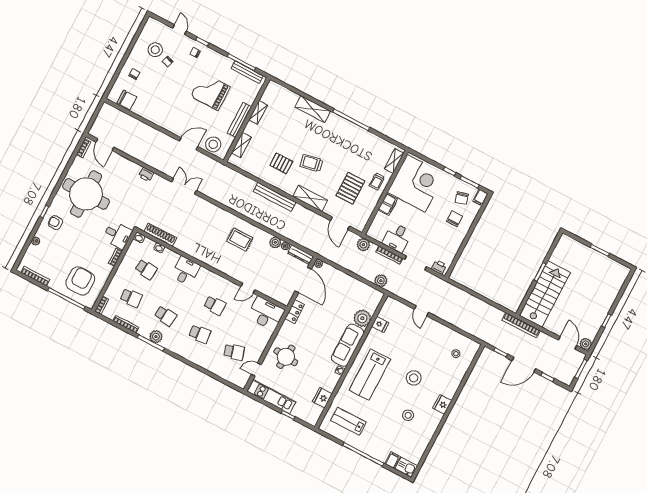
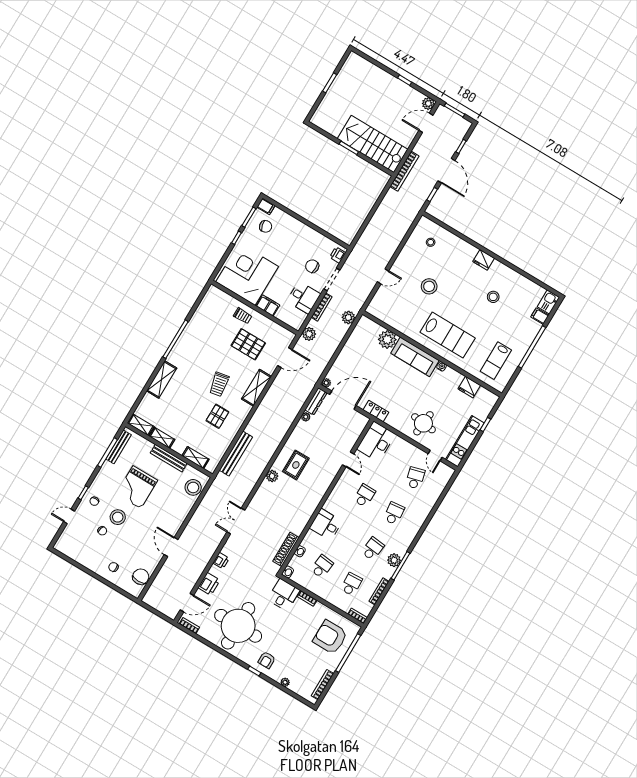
stool: (155, 50) -> (118, 517), moved
door: (189, 144) -> (171, 547), moved
shelving: (394, 161) -> (141, 425), moved
printer: (124, 164) -> (209, 584), added
bench: (275, 197) -> (236, 454), moved
chair: (454, 219) -> (312, 266), moved
plant: (275, 242) -> (272, 476), moved
fridge: (380, 324) -> (395, 321), removed
stool: (414, 378) -> (429, 286), moved

